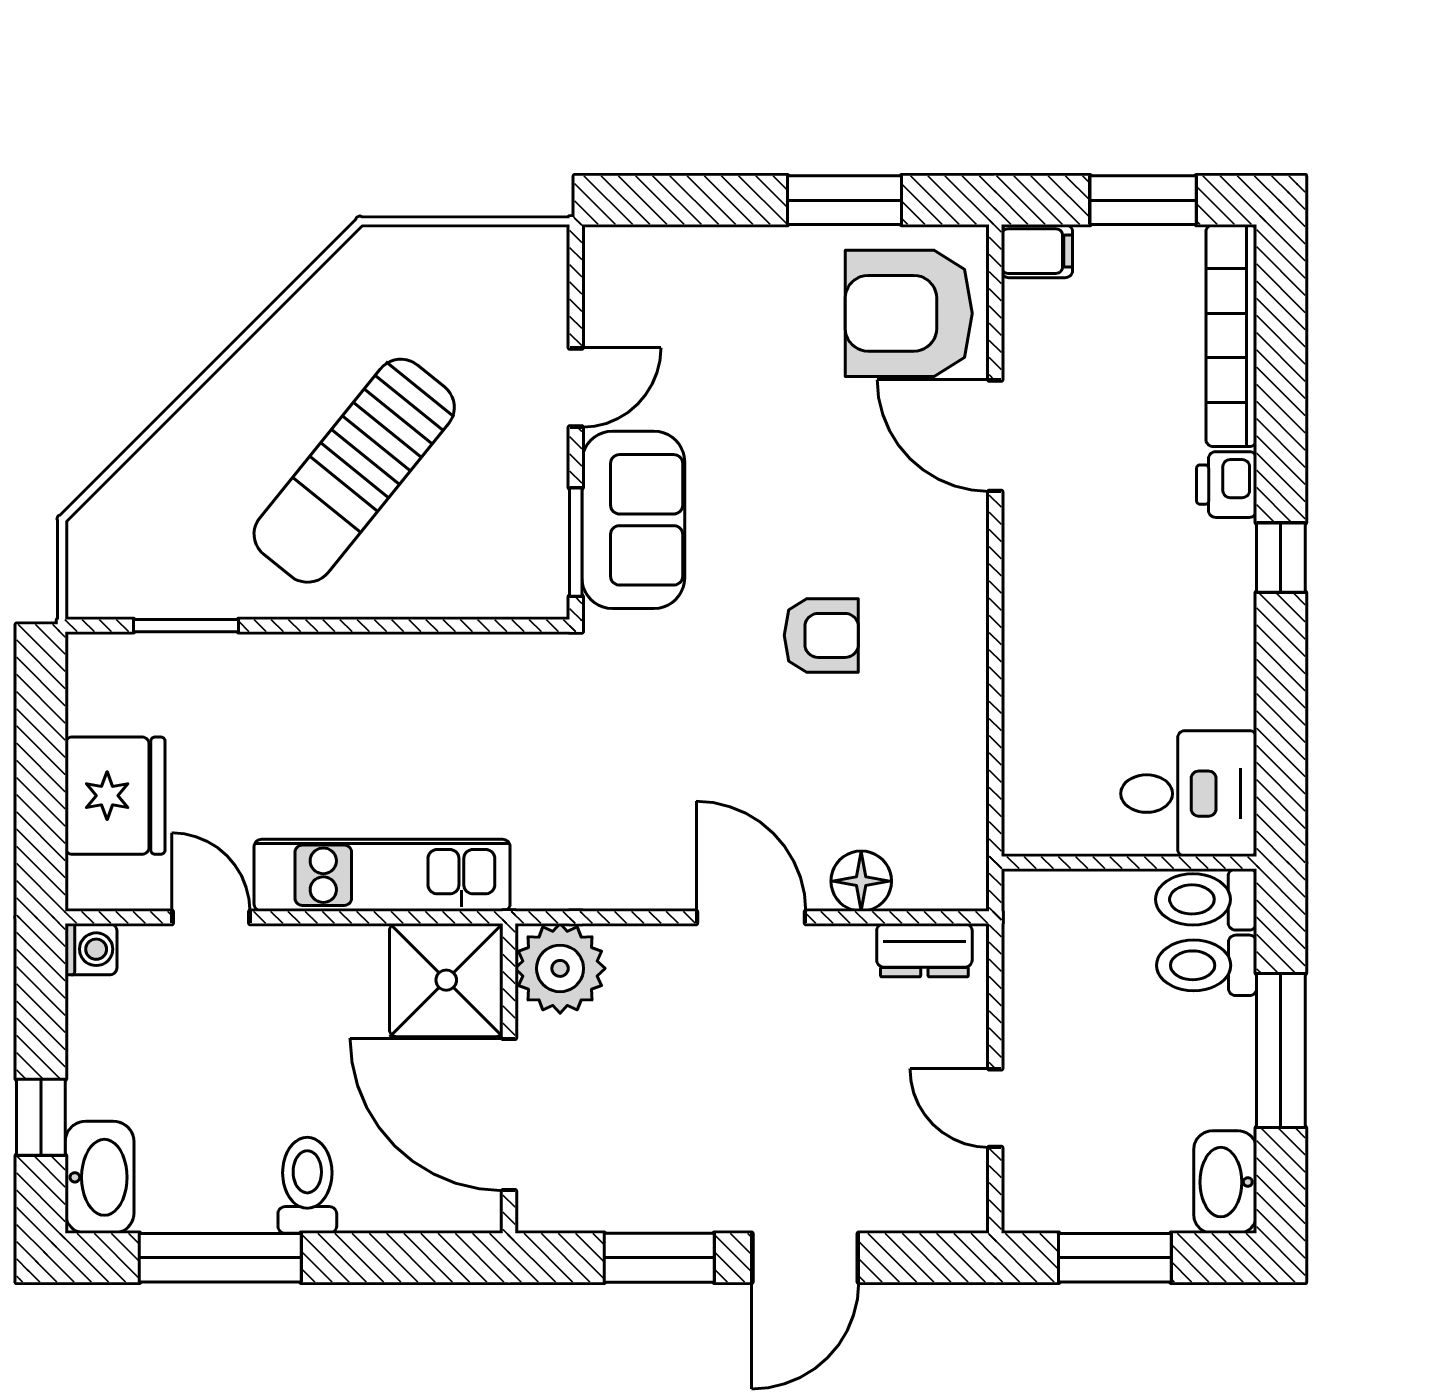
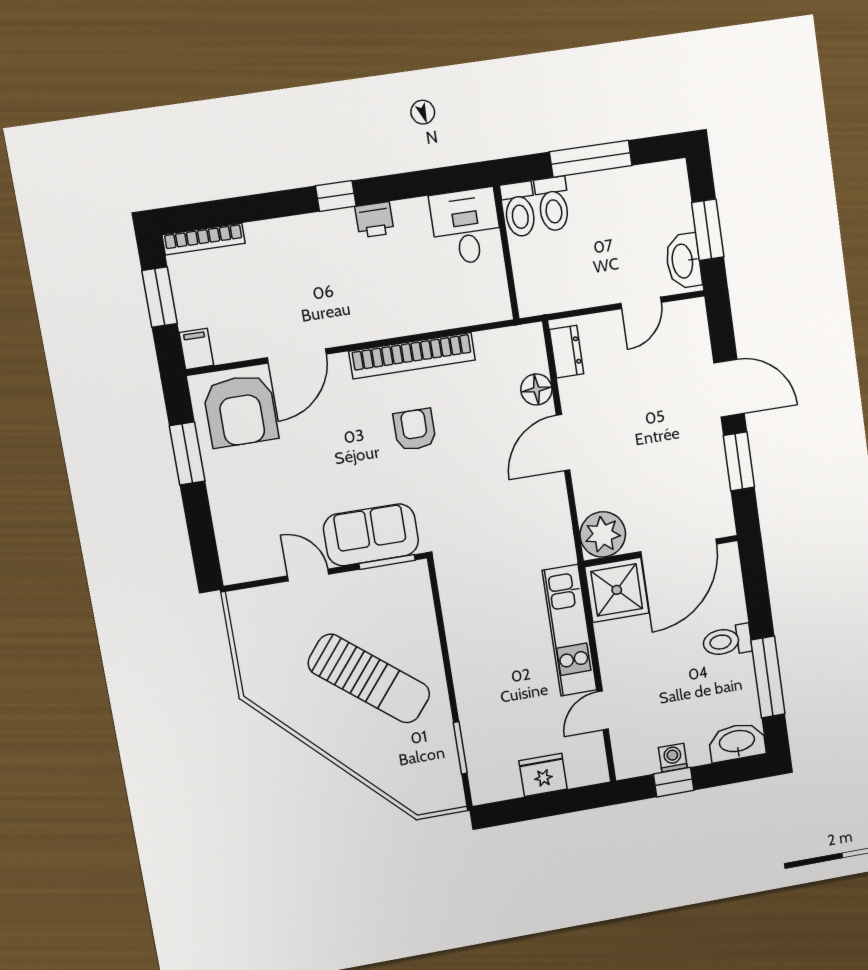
bookcase: (1231, 336) -> (204, 239), width x0.68, depth x0.76
printer: (1227, 485) -> (375, 220), moved
bookcase: (962, 653) -> (412, 356), added
fridge: (115, 796) -> (543, 775), width x0.73, depth x0.75
washing machine: (91, 949) -> (673, 758), moved
window: (41, 1117) -> (674, 782), moved
washbasin: (1225, 1182) -> (683, 261), moved, turned 90

